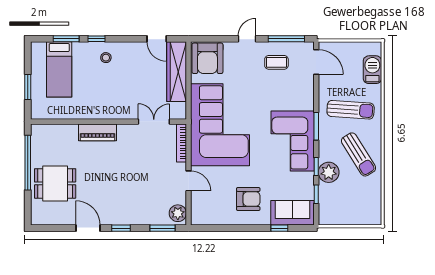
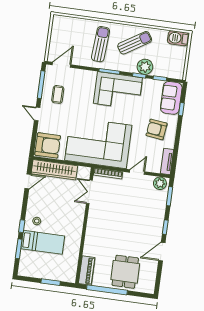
bed: (59, 69) -> (43, 242), moved
barbecue: (372, 70) -> (178, 38), moved
piano: (97, 132) -> (87, 270), moved
armchair: (248, 199) -> (157, 129), turned -83
tv unit: (208, 219) -> (167, 162), added

